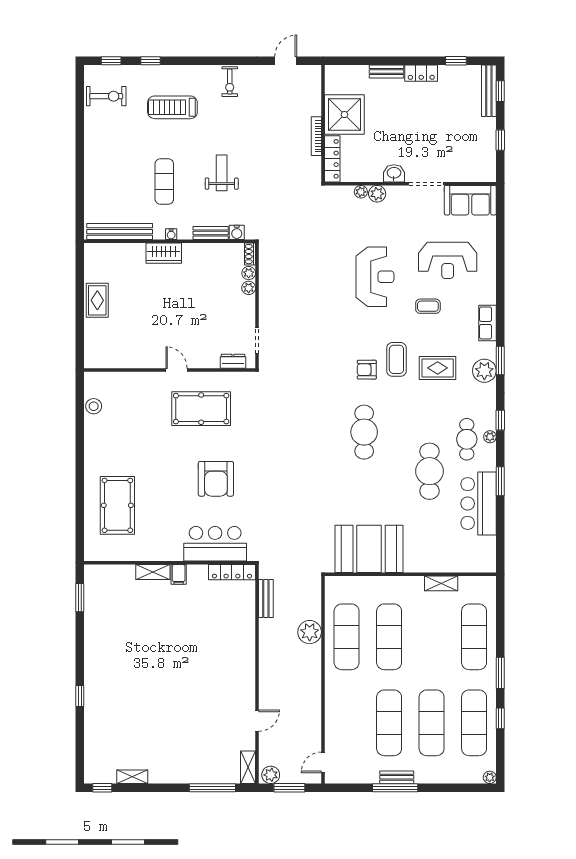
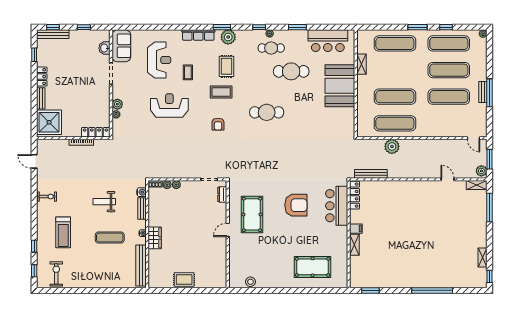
shower: (344, 115) -> (49, 122), moved
washbasin: (394, 173) -> (105, 48), moved
row of seats: (488, 323) -> (198, 35), width x1.48
armchair: (367, 370) -> (218, 124), moved
bar counter: (479, 503) -> (328, 41), moved
booth: (369, 549) -> (340, 86), moved
bench: (266, 598) -> (371, 174), width x1.36
window: (80, 696) -> (432, 290), width x3.17

